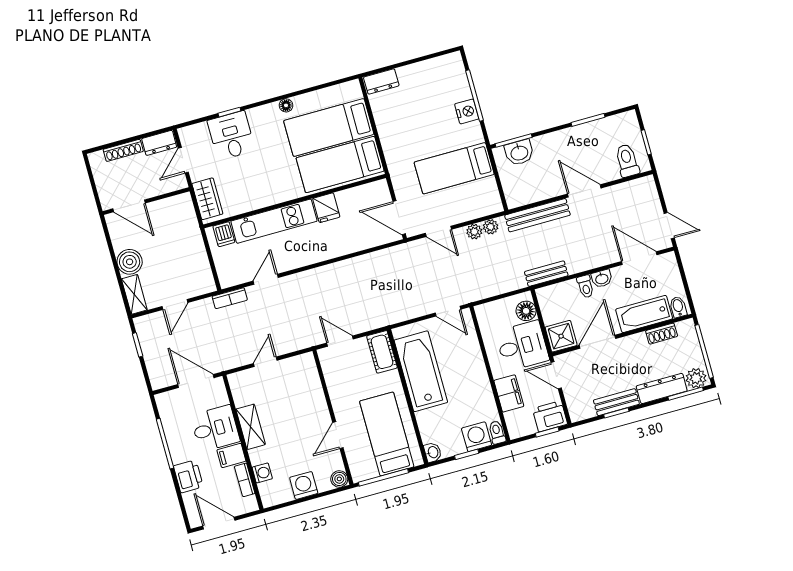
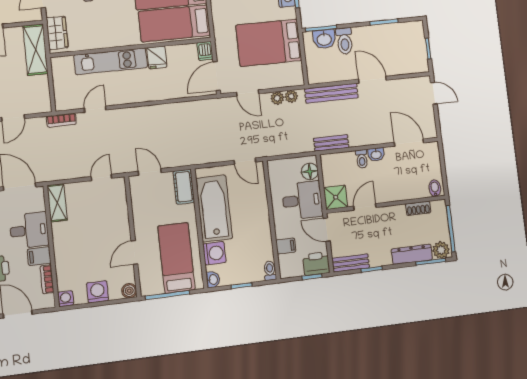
toilet: (627, 161) -> (345, 41), moved, turned 180
bed: (454, 168) -> (269, 43), width x1.50
door: (399, 218) -> (217, 76), hinge flipped
shelving: (186, 222) -> (35, 50), added
door: (669, 226) -> (434, 93), moved
dishwasher: (224, 234) -> (205, 51), moved
bathtub: (644, 314) -> (406, 190), removed
door: (597, 342) -> (365, 207), width x0.73
door: (265, 362) -> (101, 177), moved
filing cabinet: (509, 393) -> (286, 246), width x0.50
bench: (616, 402) -> (351, 263), moved
shelving: (251, 427) -> (57, 203), moved
washing machine: (477, 437) -> (214, 253), moved, turned 90
washing machine: (262, 473) -> (66, 299), moved, turned -90

